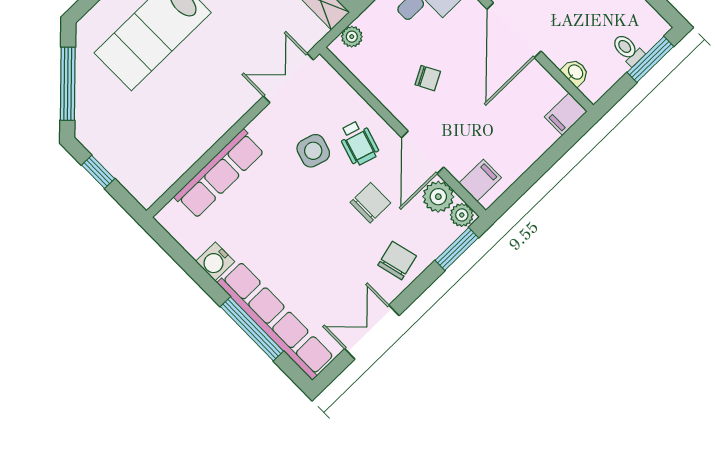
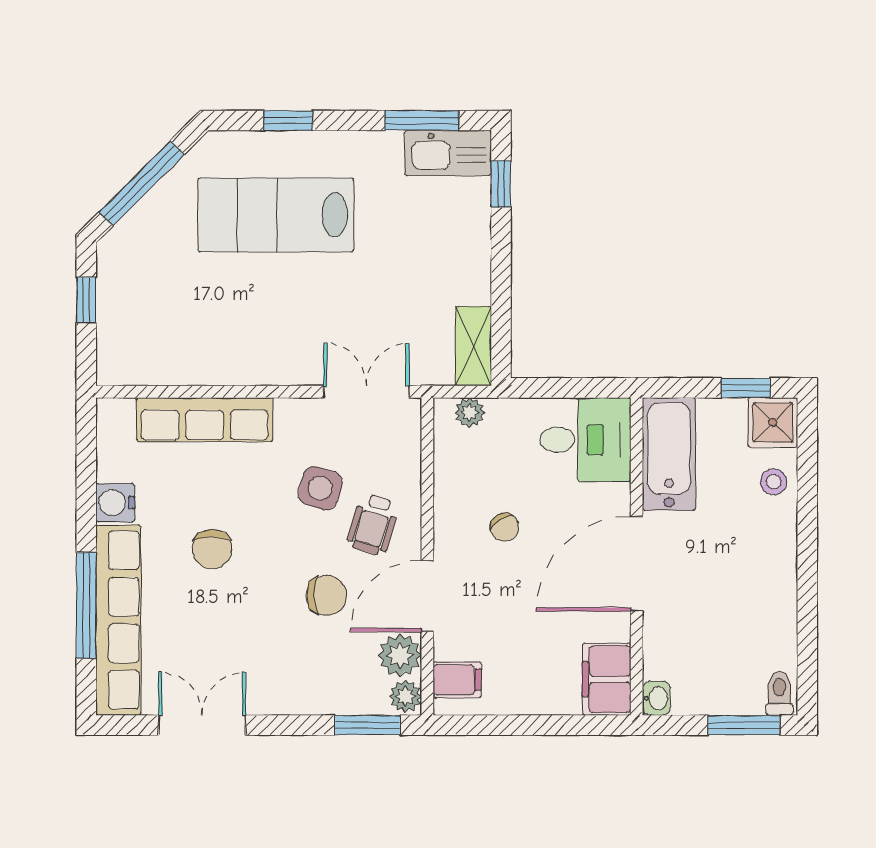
toilet: (628, 50) -> (779, 694), moved
washbasin: (575, 72) -> (656, 698), moved
filing cabinet: (566, 114) -> (607, 679), width x2.00
chair: (397, 261) -> (212, 549), moved, turned 104

